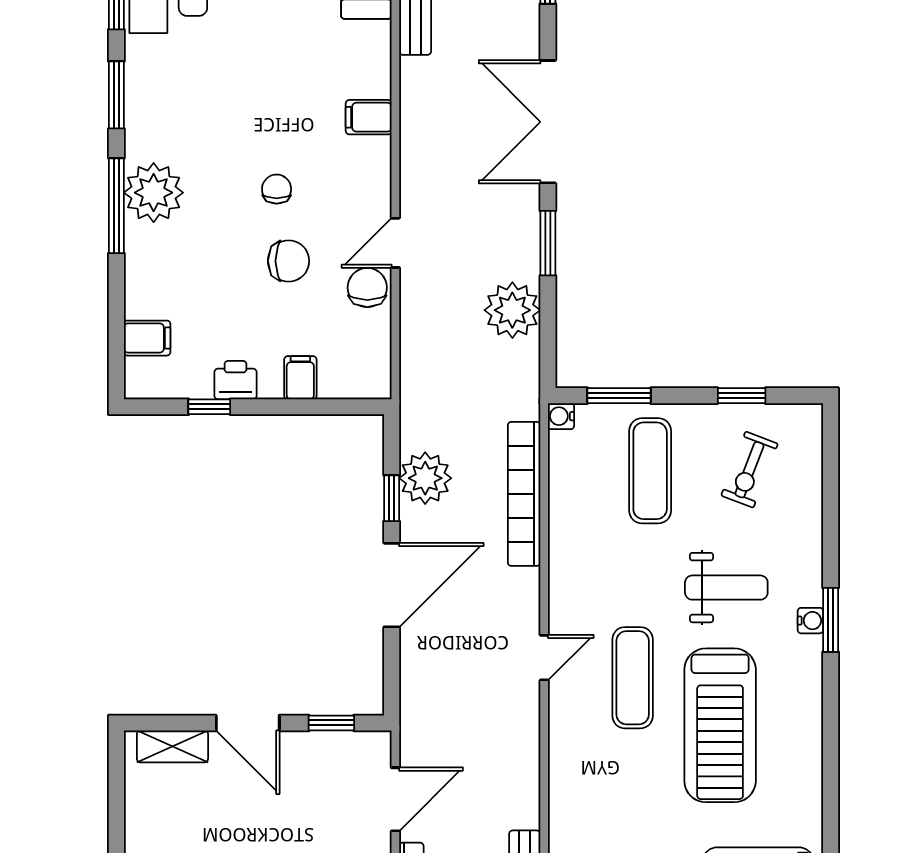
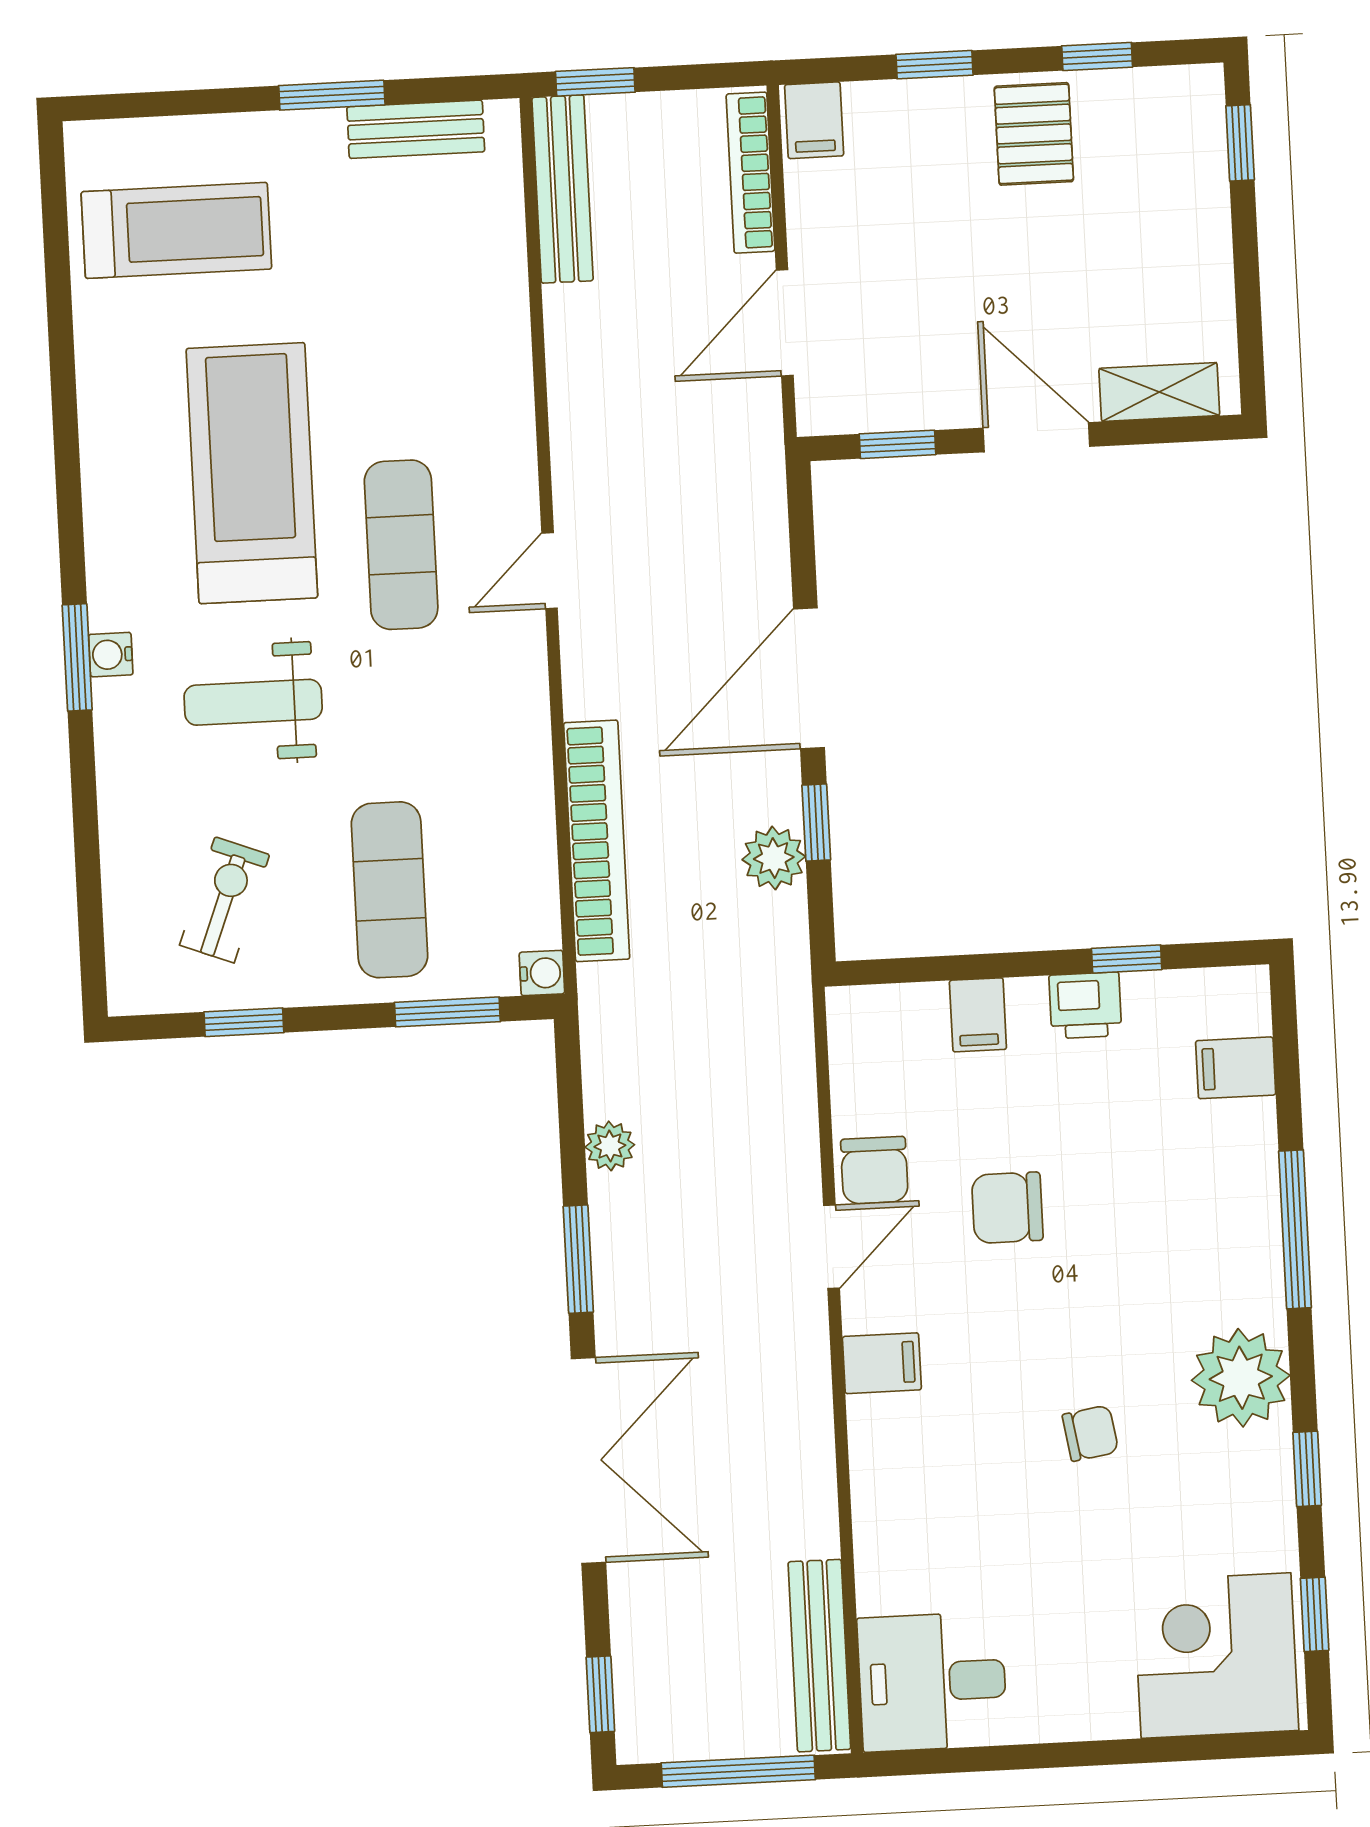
window: (116, 95) -> (1307, 1469), width x0.67
filing cabinet: (369, 117) -> (882, 1363), moved
chair: (277, 189) -> (1090, 1433), moved, turned -99
plant: (154, 193) -> (1241, 1378), moved
window: (116, 206) -> (1295, 1229), moved
plant: (512, 310) -> (610, 1146), width x0.53, depth x0.53
plant: (425, 478) -> (774, 858), width x0.73, depth x0.73

